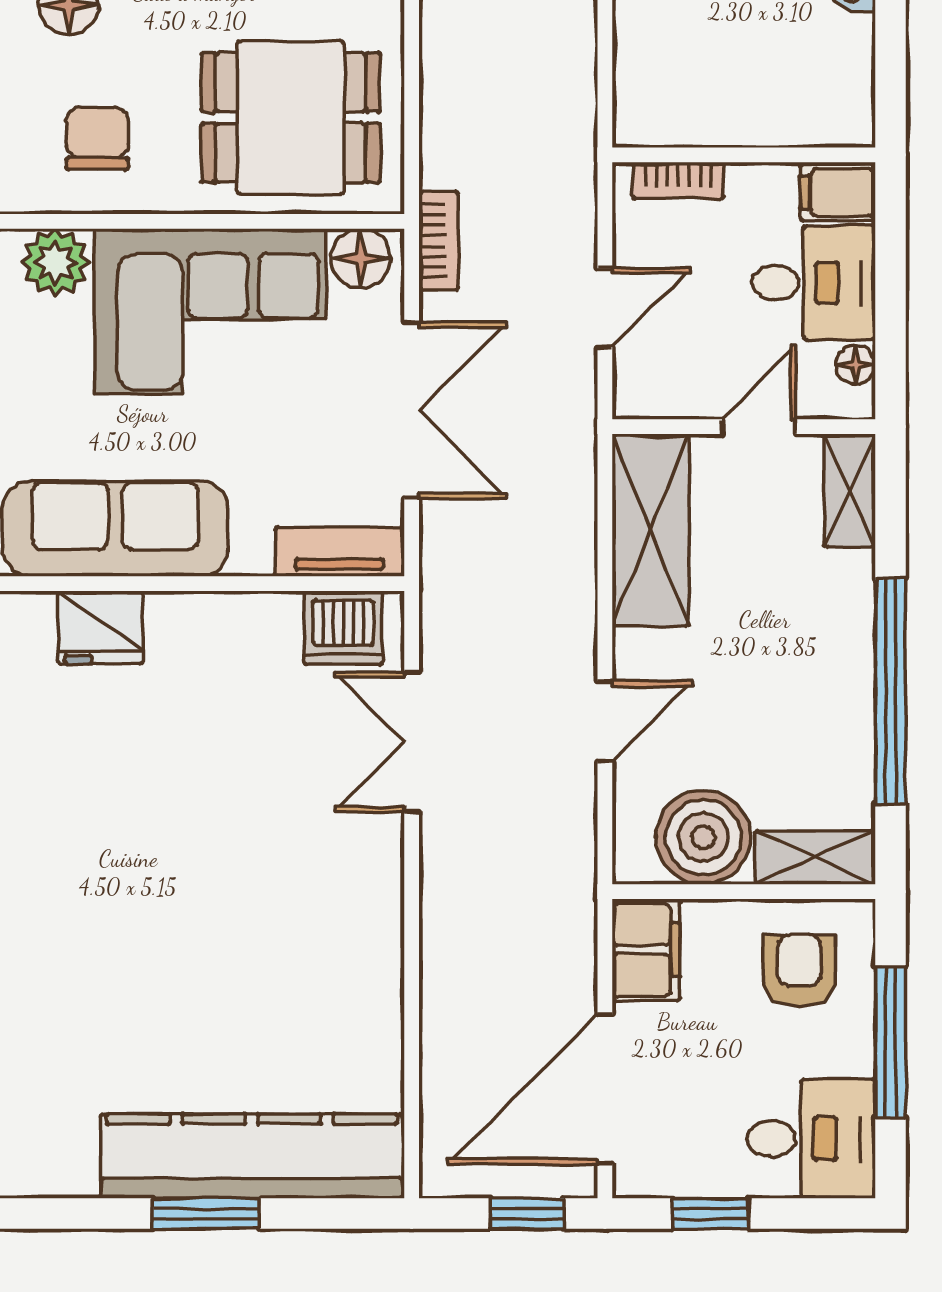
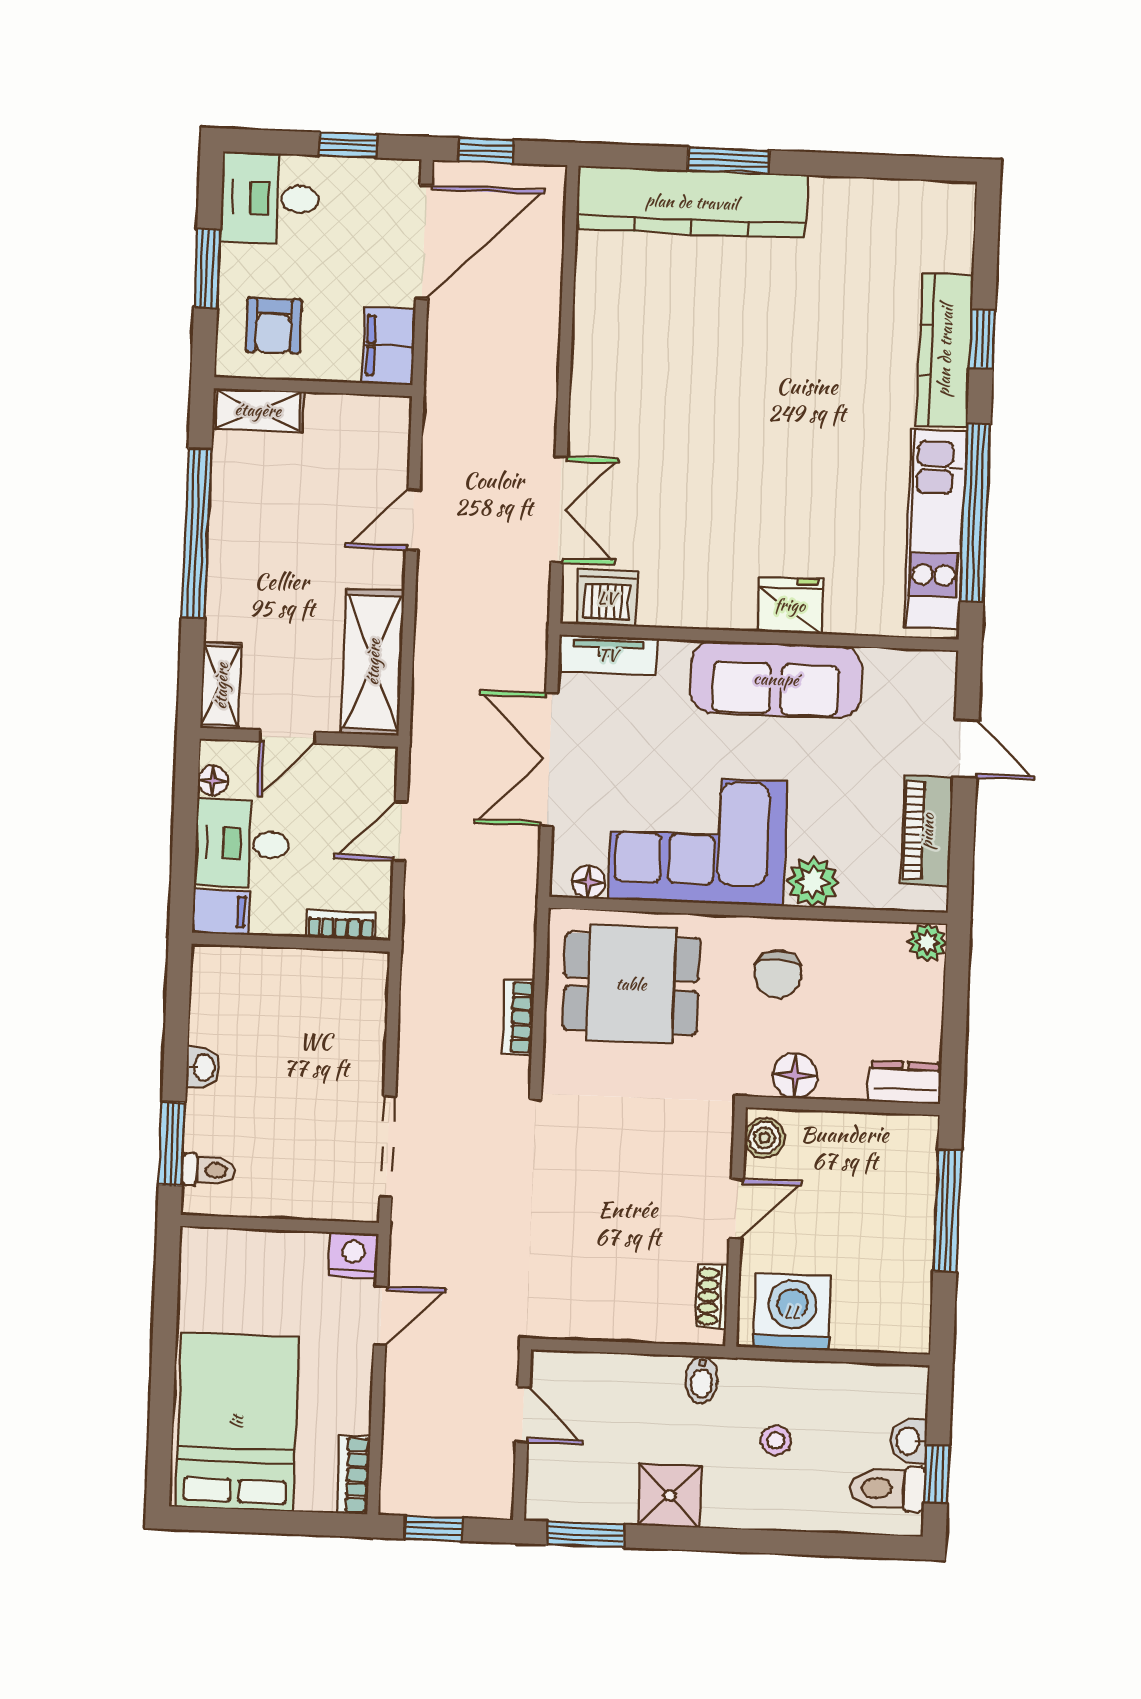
bookcase: (439, 241) -> (518, 1017), moved
floor lamp: (361, 258) -> (589, 882), width x0.73, depth x0.73
boiler: (703, 837) -> (342, 429), removed
window: (890, 1042) -> (207, 269), width x0.69

